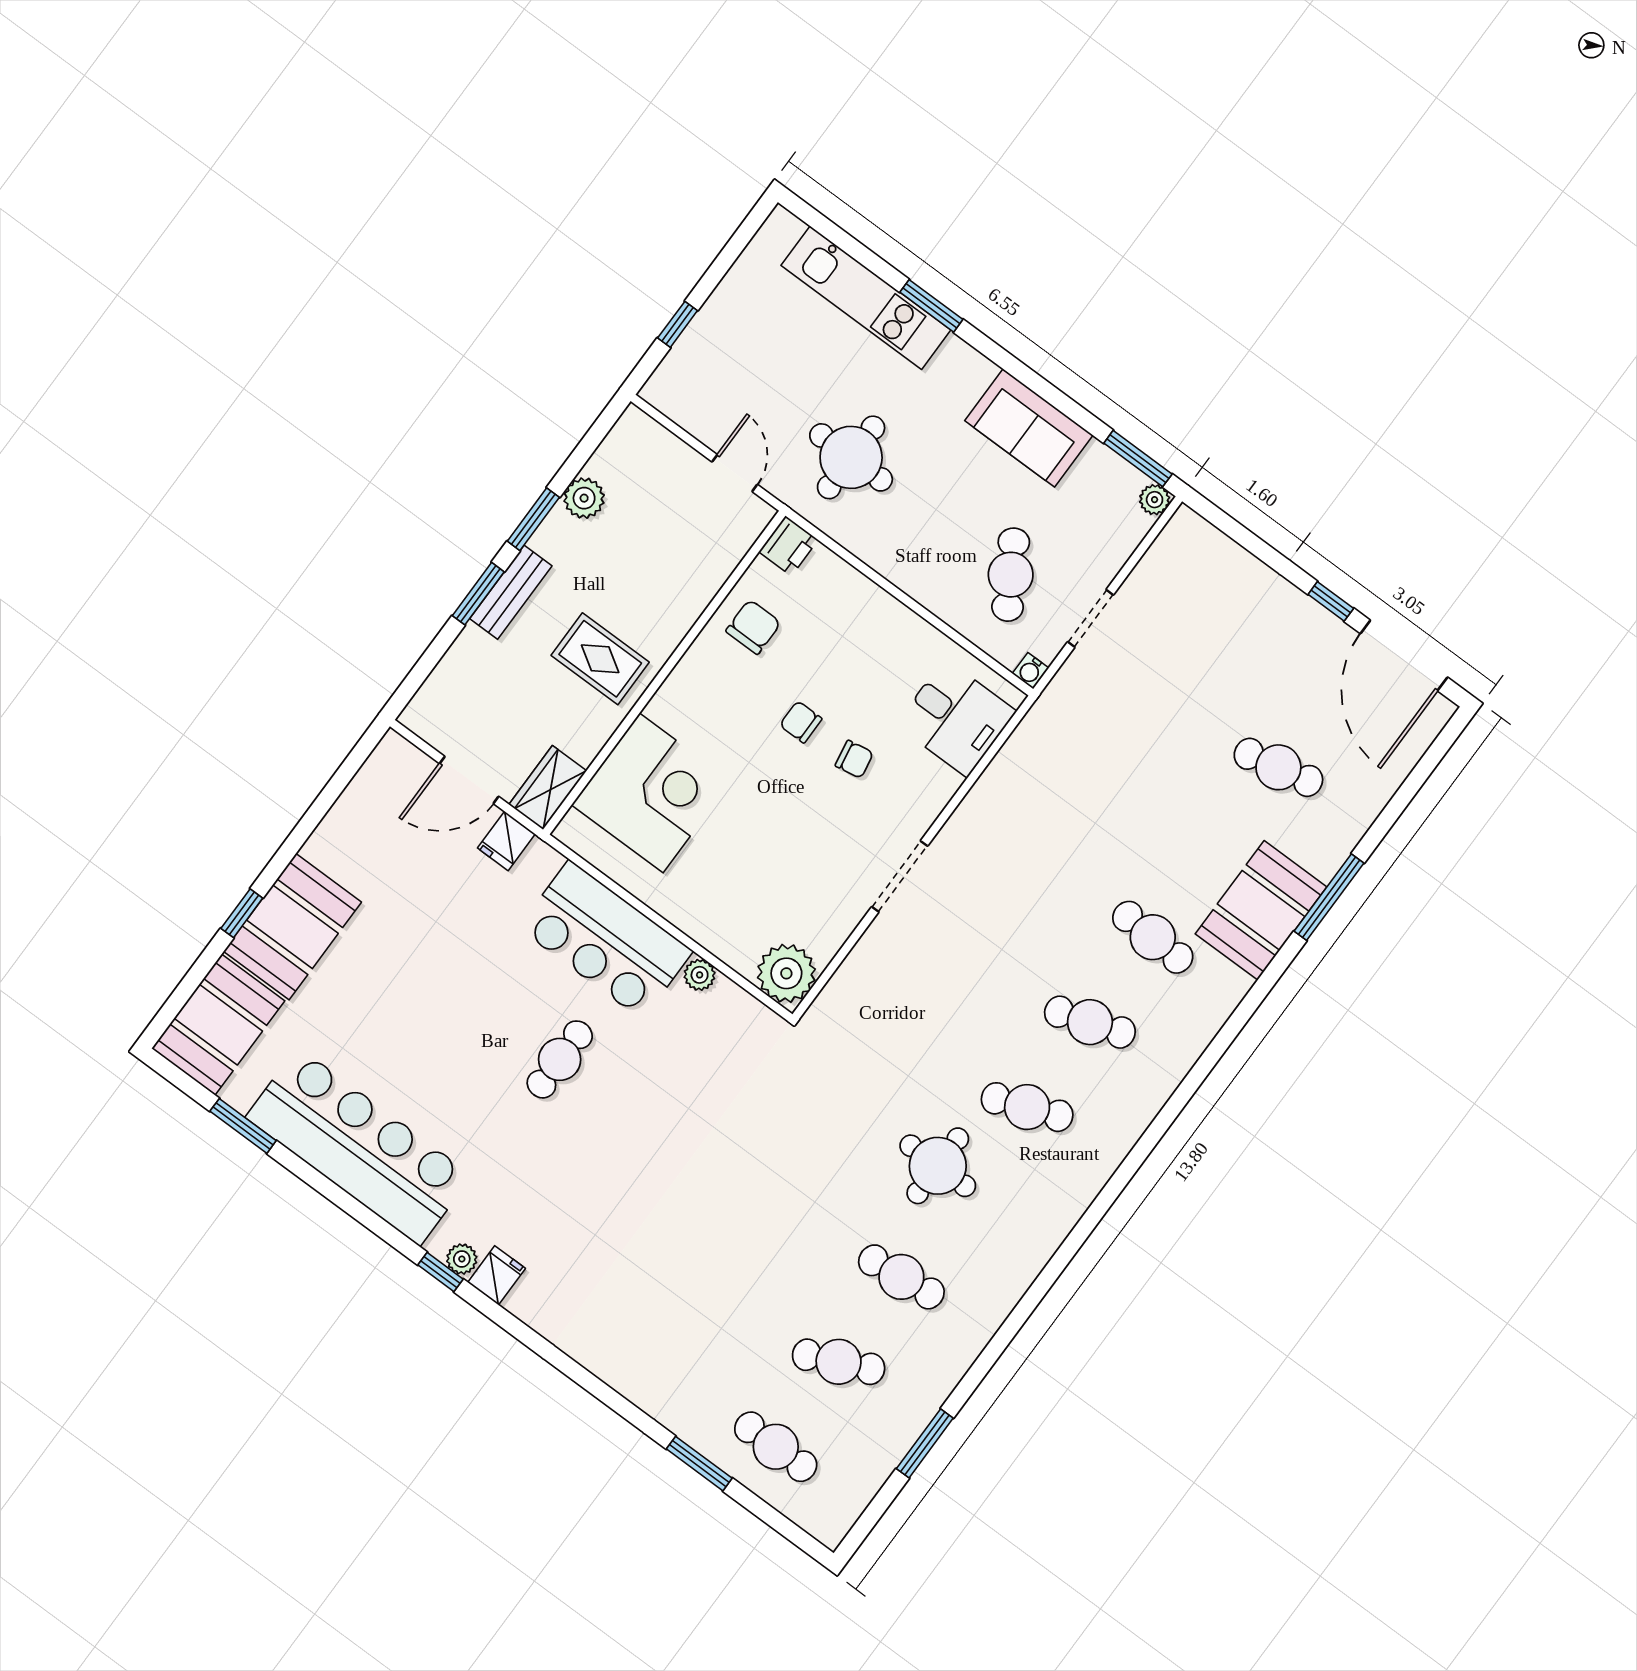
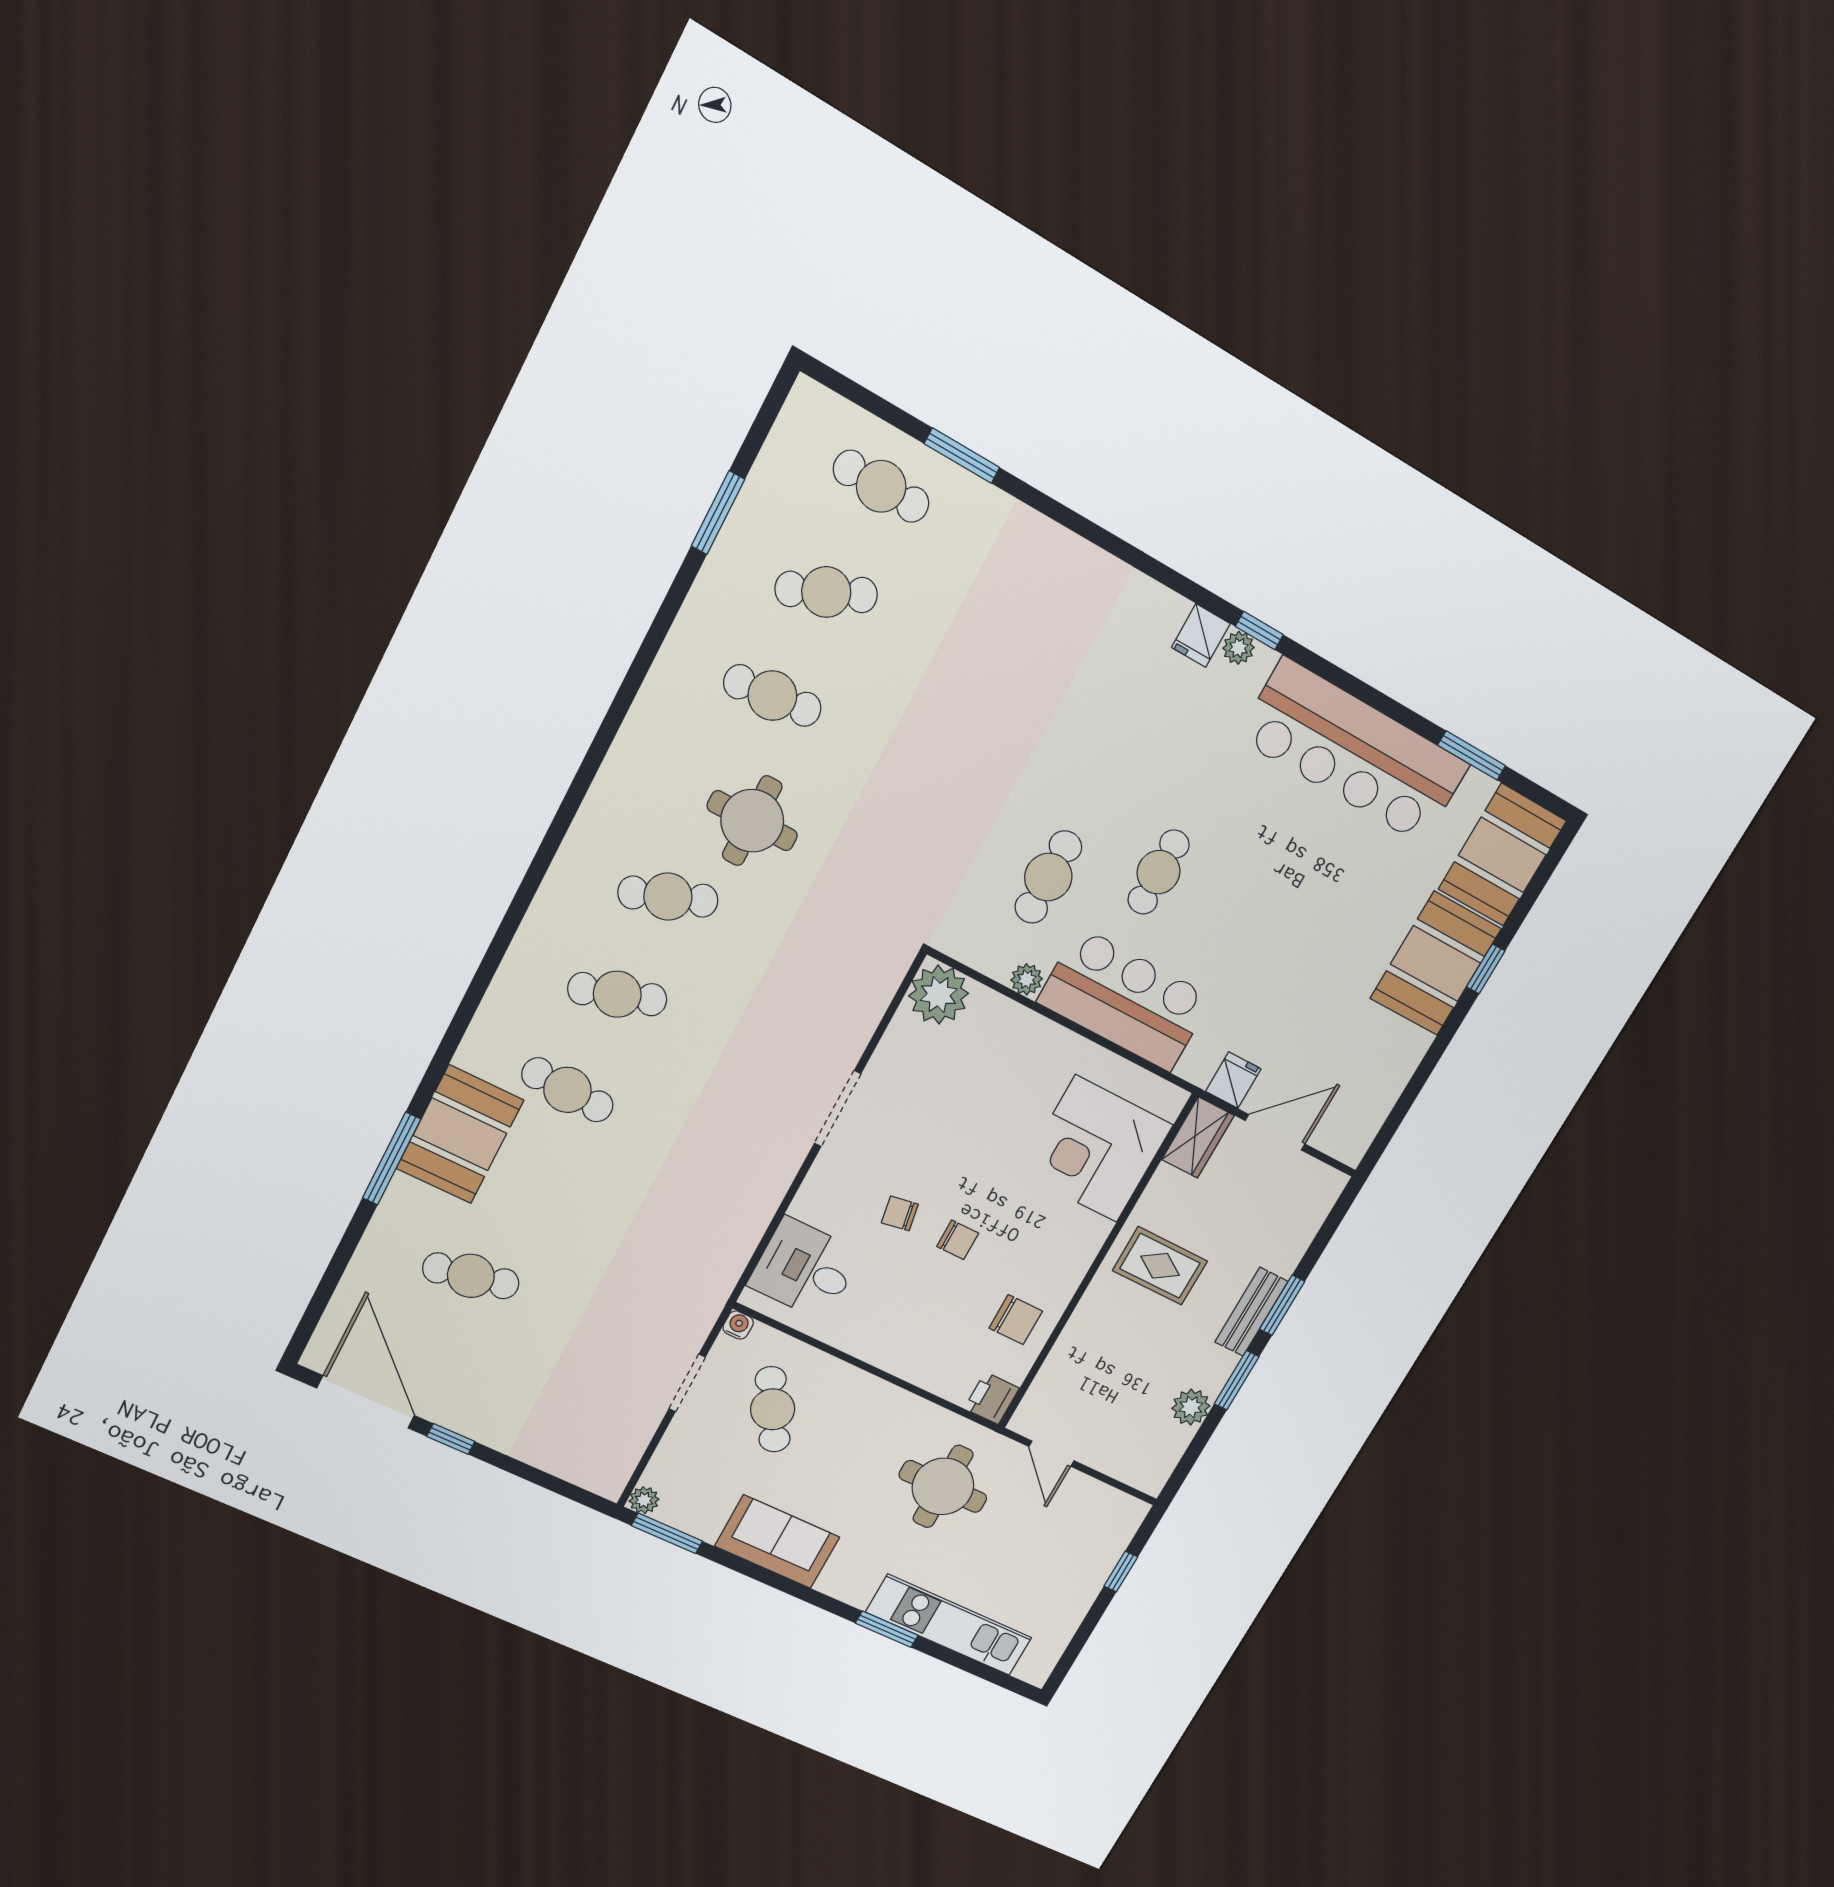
chair: (753, 627) -> (1016, 1320), turned -90
cafe table: (667, 1071) -> (1048, 877), added

